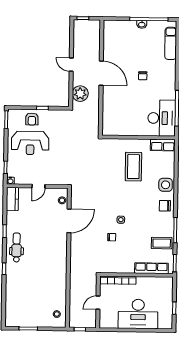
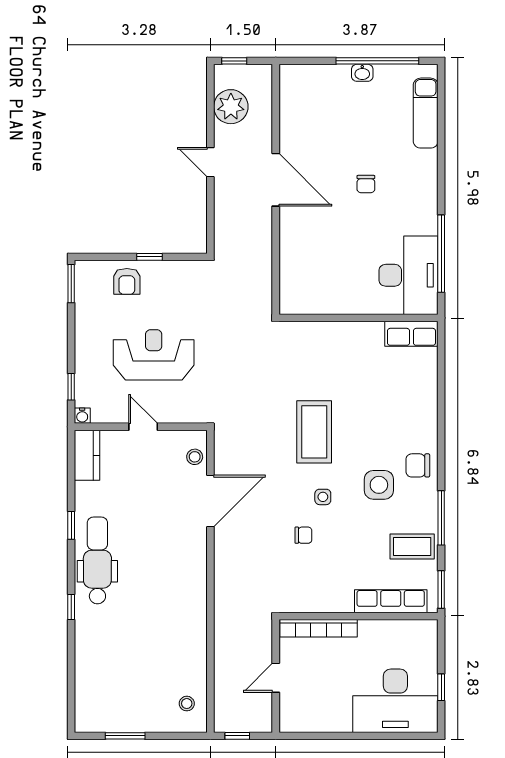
plant: (80, 94) -> (231, 107), moved
reception desk: (30, 143) -> (154, 355), moved, turned 180
coffee table: (133, 167) -> (314, 432), moved
side table: (166, 185) -> (379, 485), moved
door: (38, 186) -> (143, 427), swing flipped
dental chair: (17, 247) -> (97, 560), width x1.36, depth x1.38
desk: (138, 314) -> (395, 701), moved

